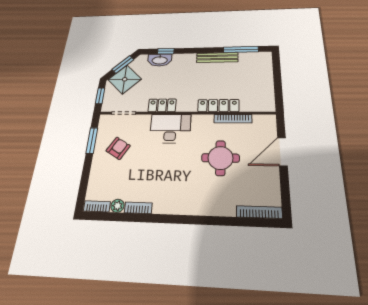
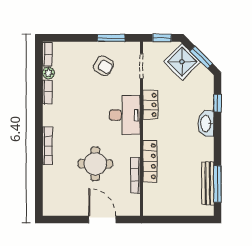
bench: (217, 57) -> (208, 183), moved
washbasin: (160, 60) -> (206, 124), moved
bookcase: (259, 212) -> (47, 146), moved

